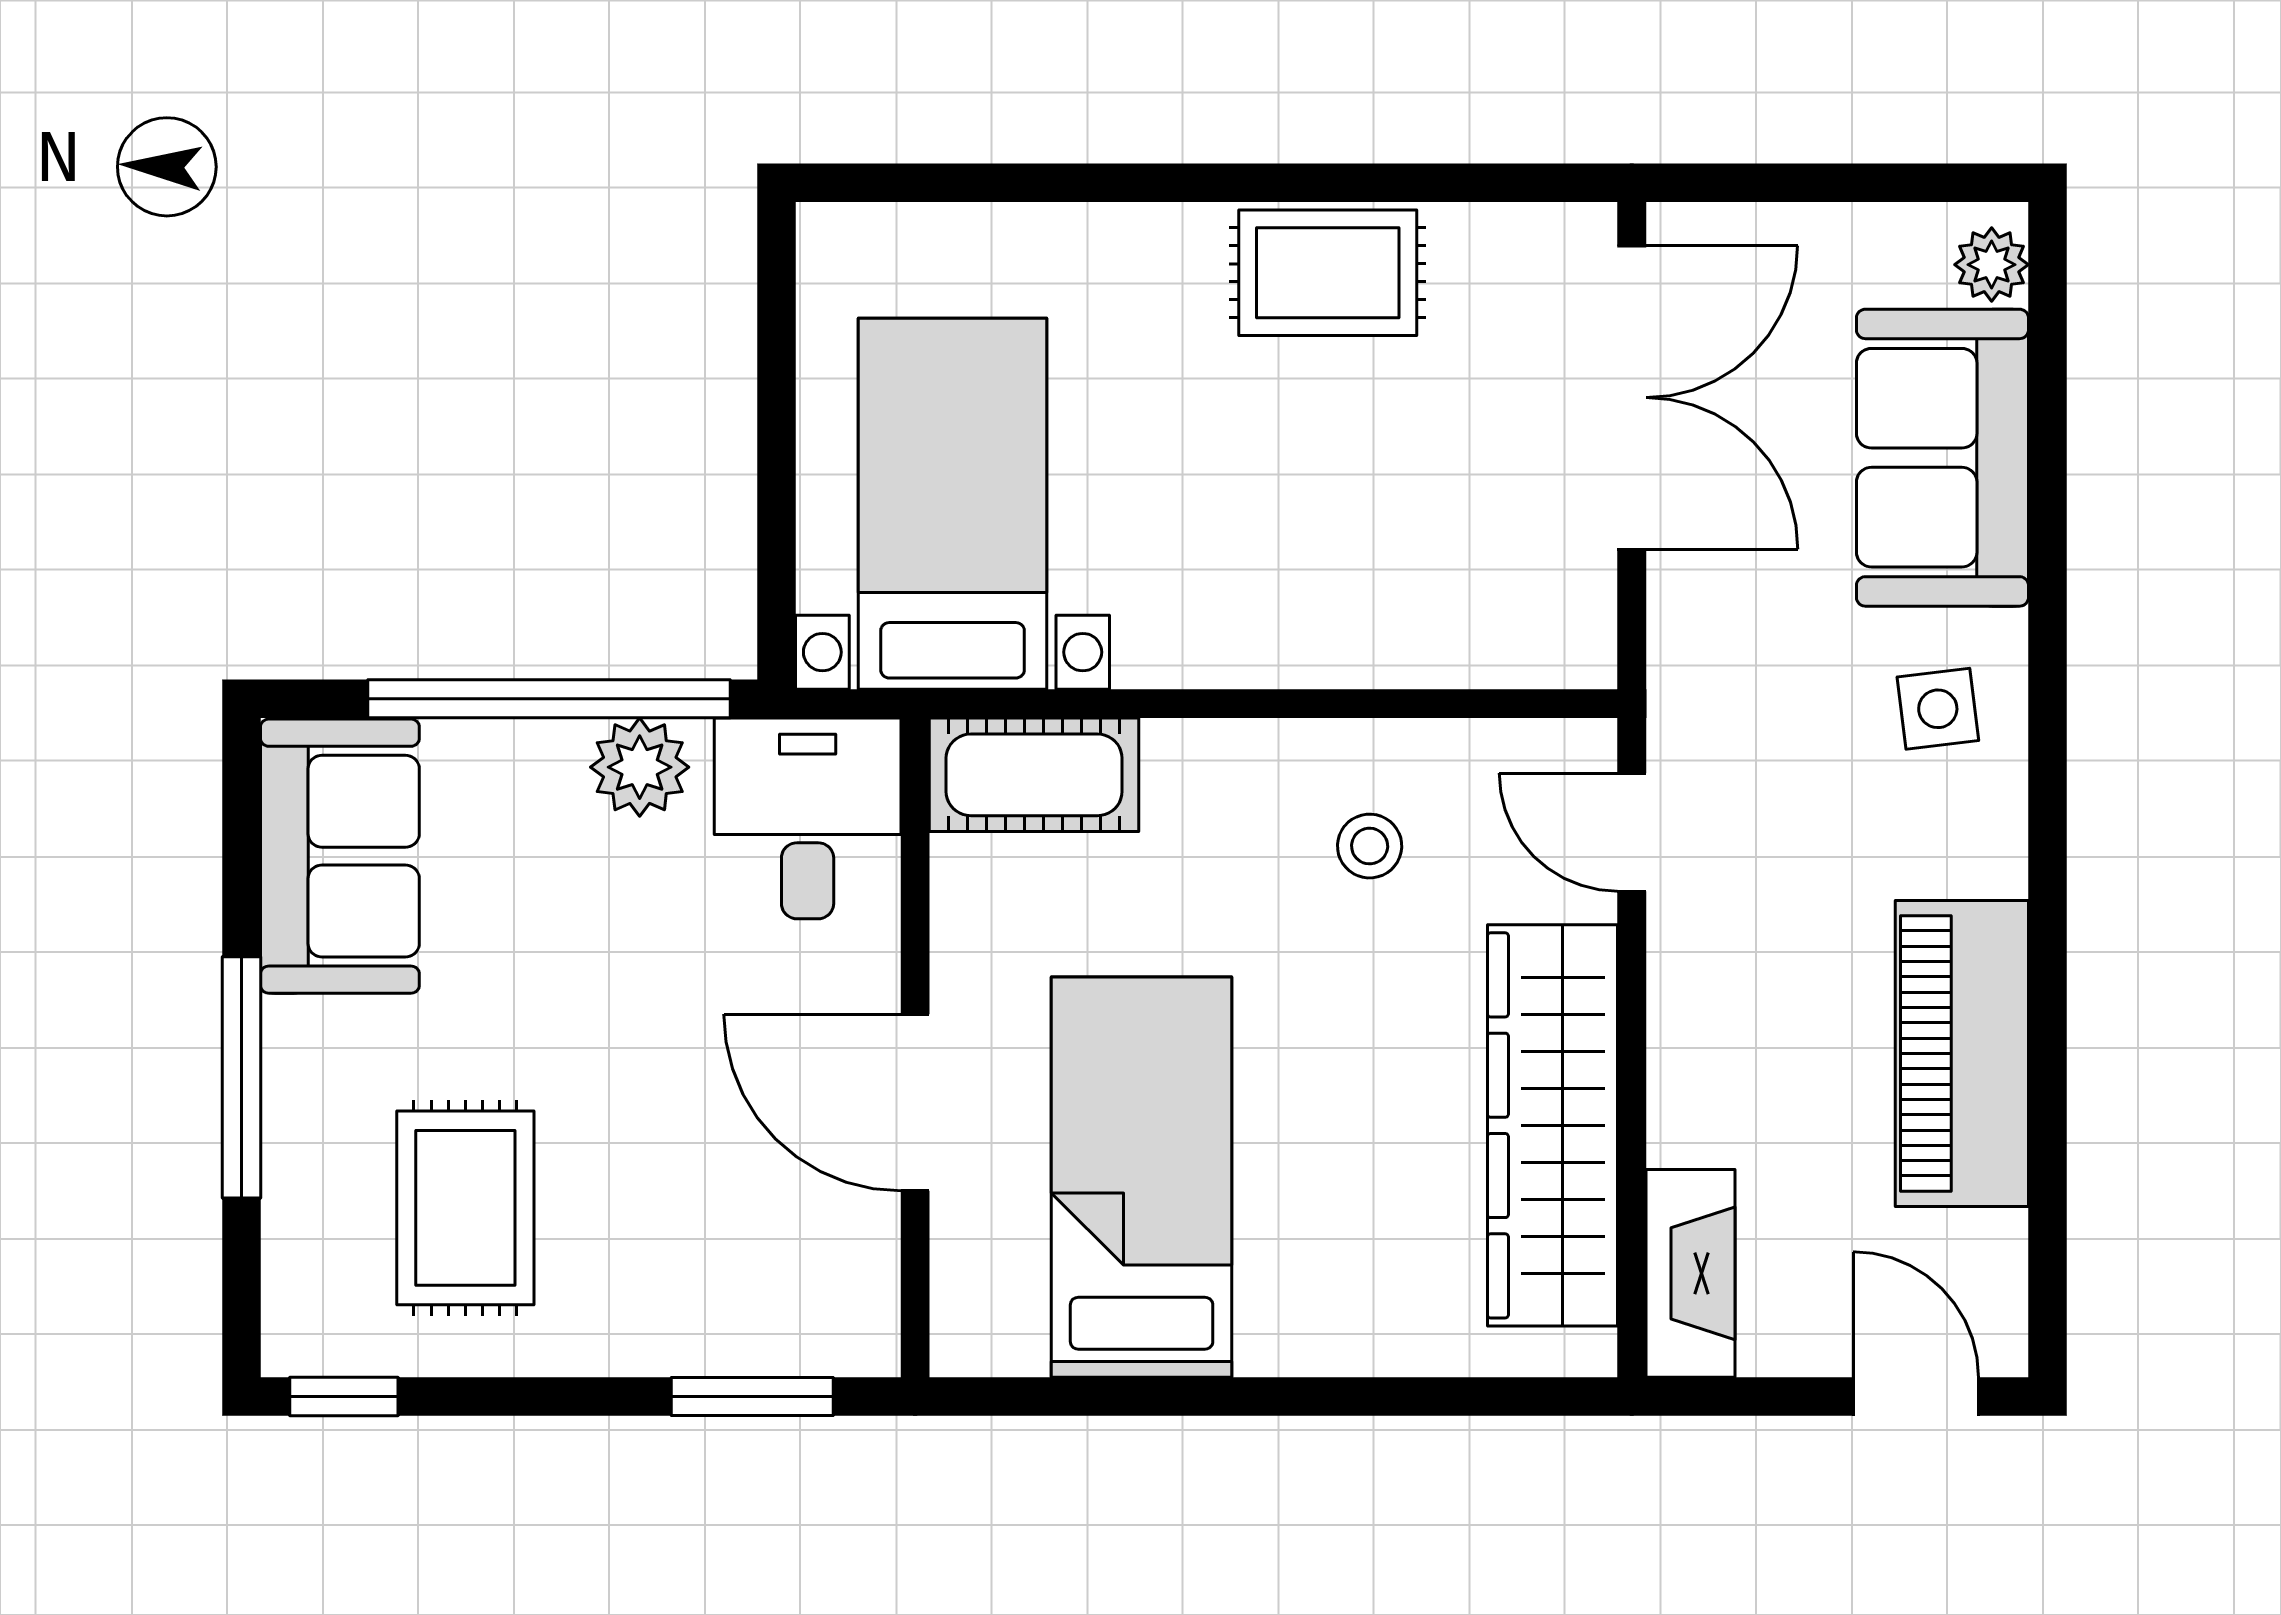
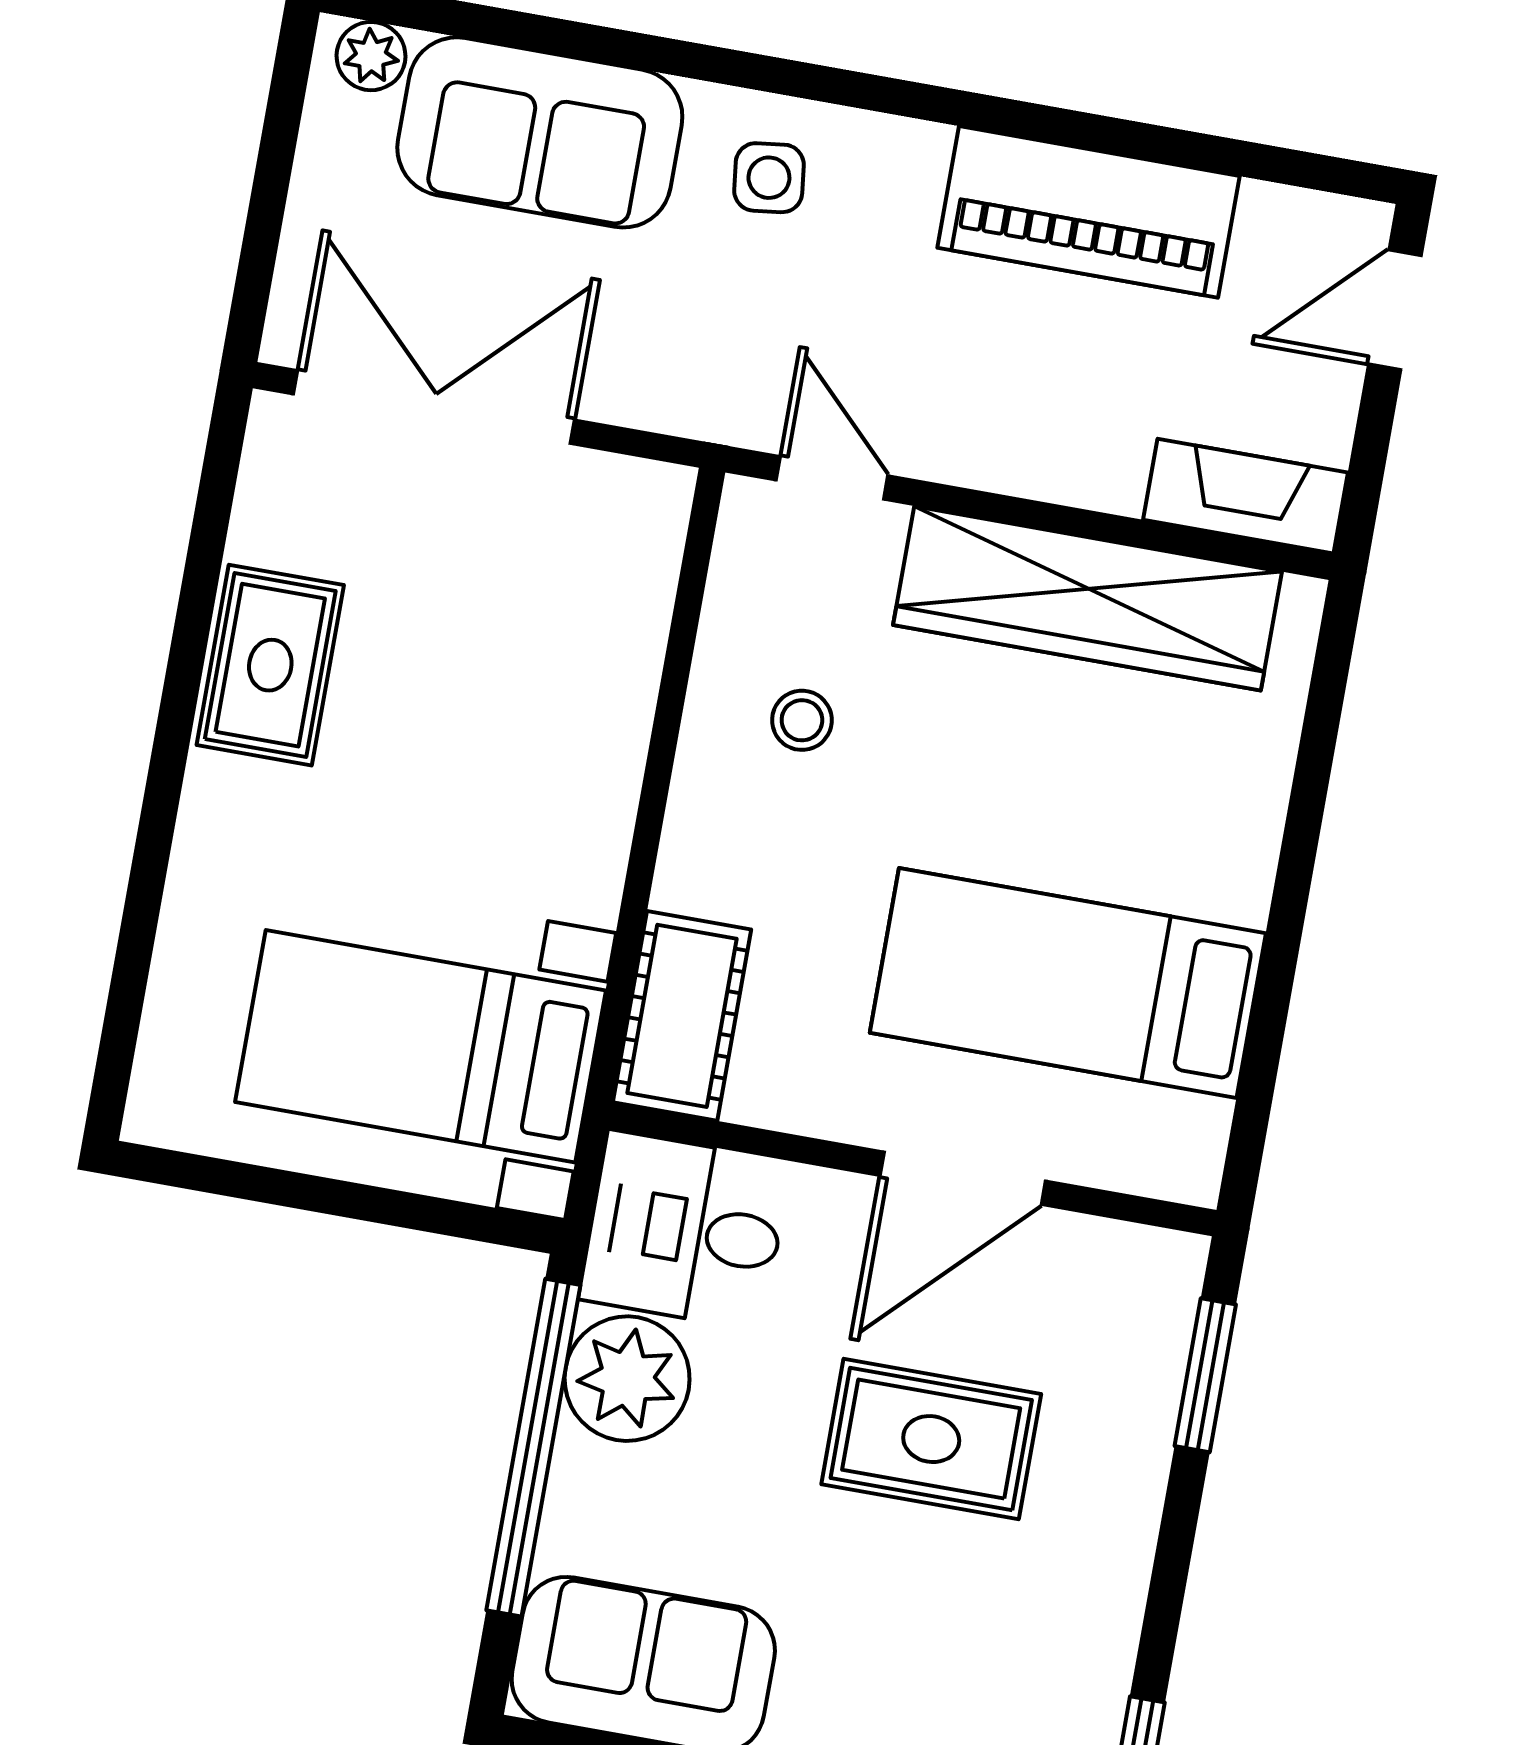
plant: (640, 767) -> (627, 1379), width x1.36, depth x1.36
door: (1632, 832) -> (832, 478), swing flipped
rug: (465, 1208) -> (931, 1439), moved

